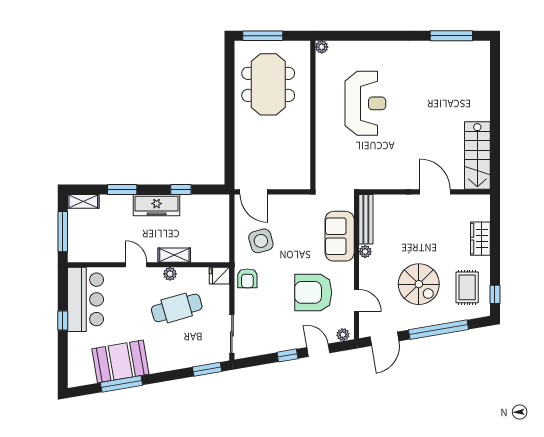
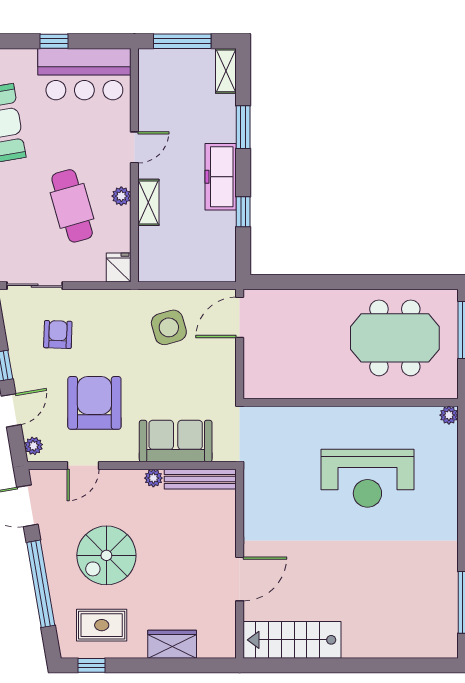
armchair: (247, 278) -> (58, 335), moved, turned 92

